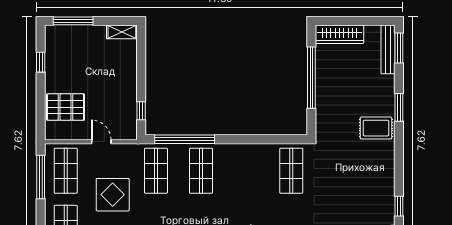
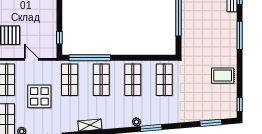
window: (399, 107) -> (240, 35), width x1.44
rug: (376, 128) -> (223, 76), moved
shop shelf: (246, 171) -> (133, 80), added

